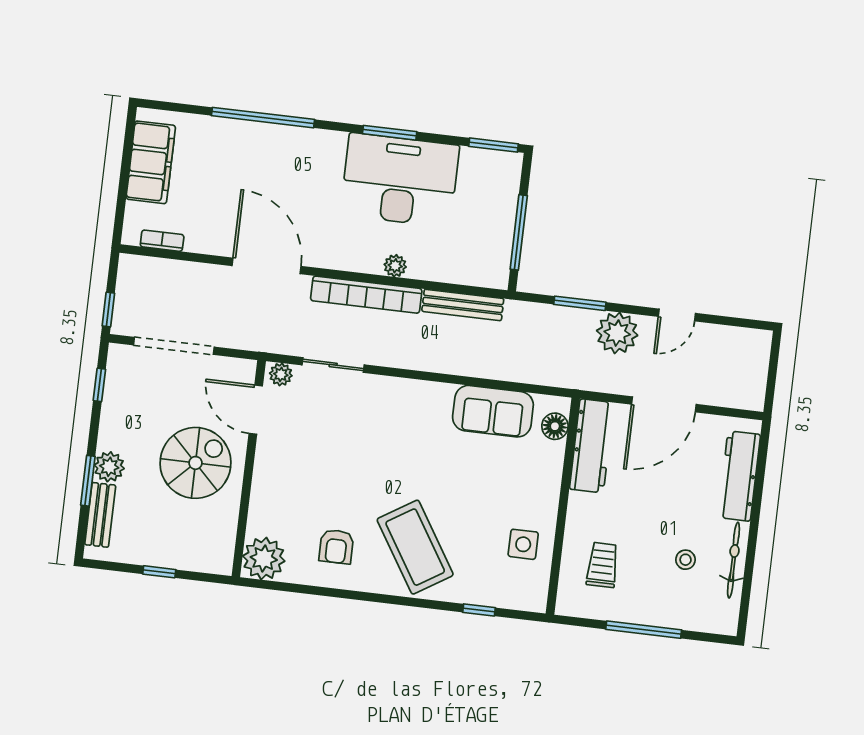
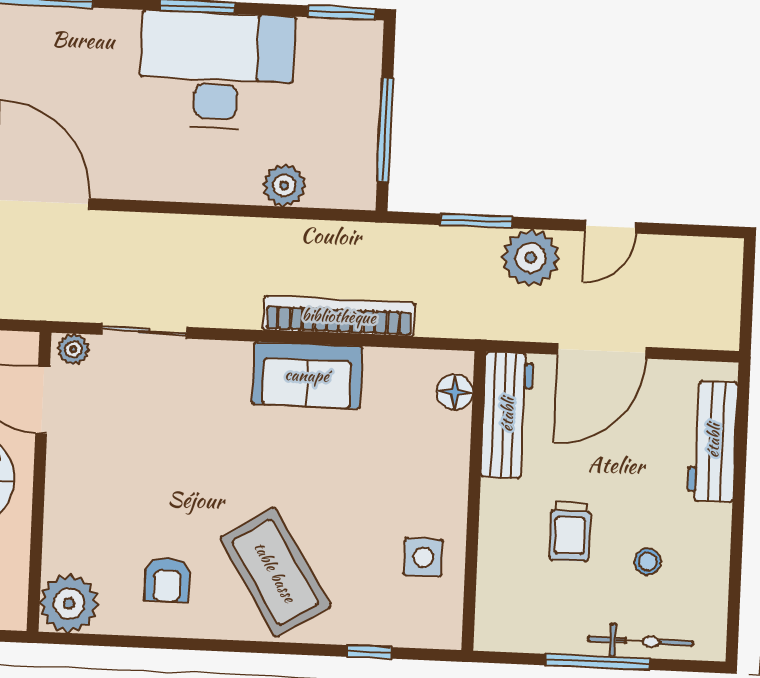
plant: (395, 266) -> (284, 185), moved, width x1.38, depth x1.38
bookcase: (366, 295) -> (339, 316), moved, turned 180
bench: (463, 305) -> (316, 235), removed
sofa: (493, 411) -> (307, 375), moved
bicycle: (733, 560) -> (641, 641), moved, turned 90
trolley: (602, 565) -> (570, 532), moved, turned 180

